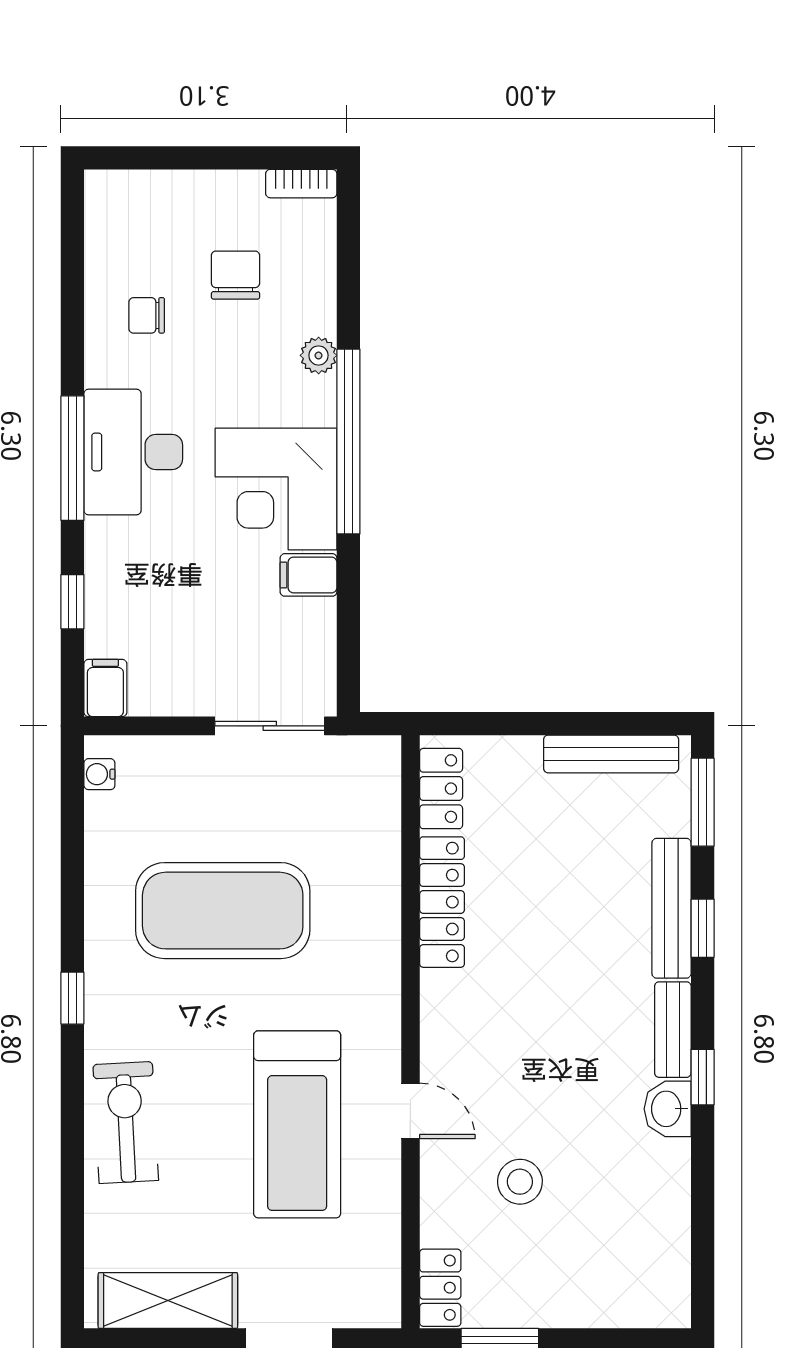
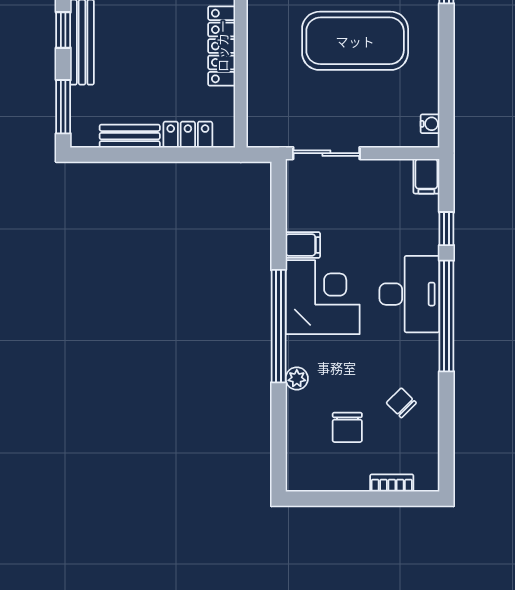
bookcase: (301, 184) -> (392, 483), moved
chair: (147, 315) -> (401, 403), turned -135
desk: (133, 452) -> (409, 294), moved
window: (72, 458) -> (446, 316), width x1.46
bench: (611, 754) -> (130, 136), width x0.73
locker: (441, 789) -> (188, 135), moved, turned 90

